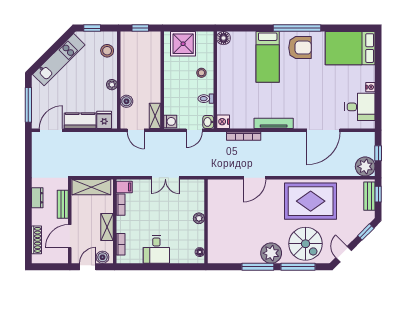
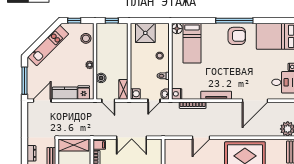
bed: (268, 57) -> (192, 43), moved
double door: (165, 178) -> (132, 138), width x1.37

